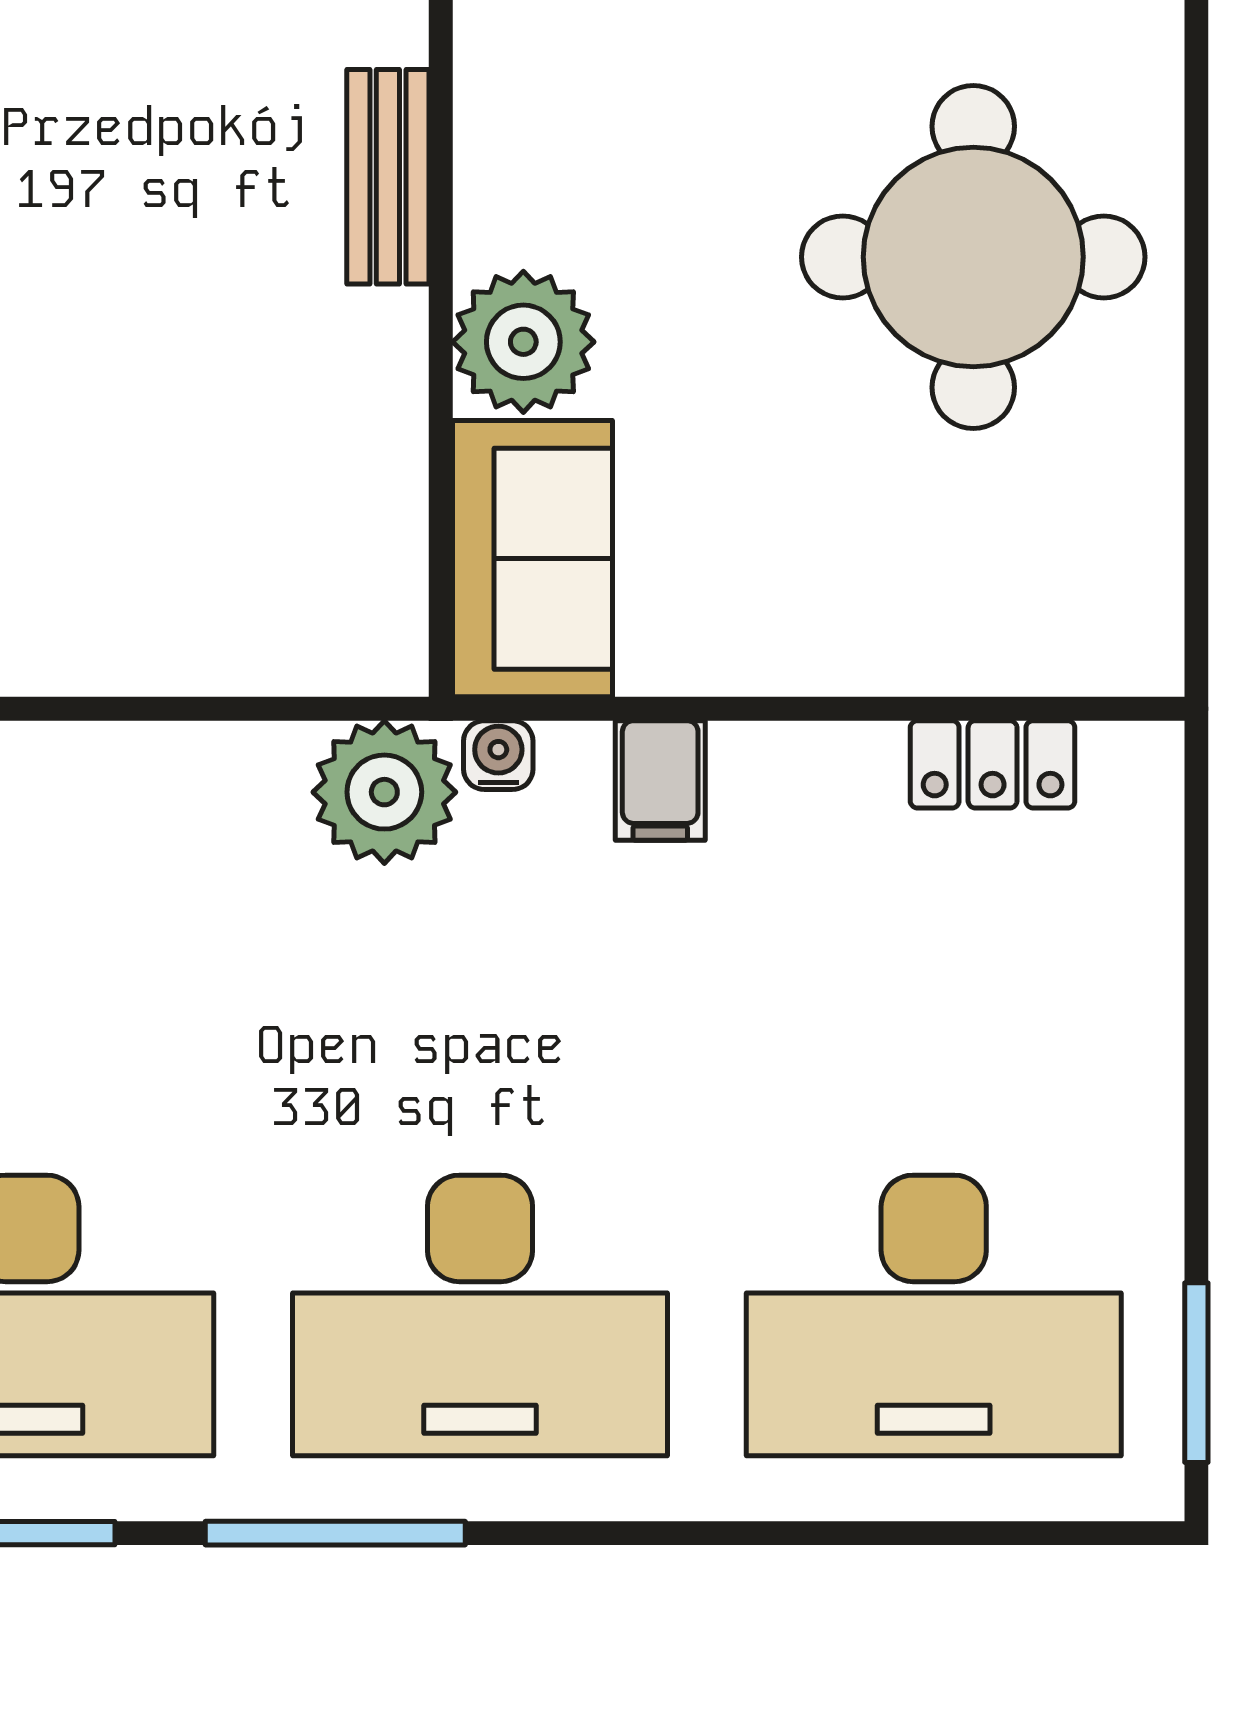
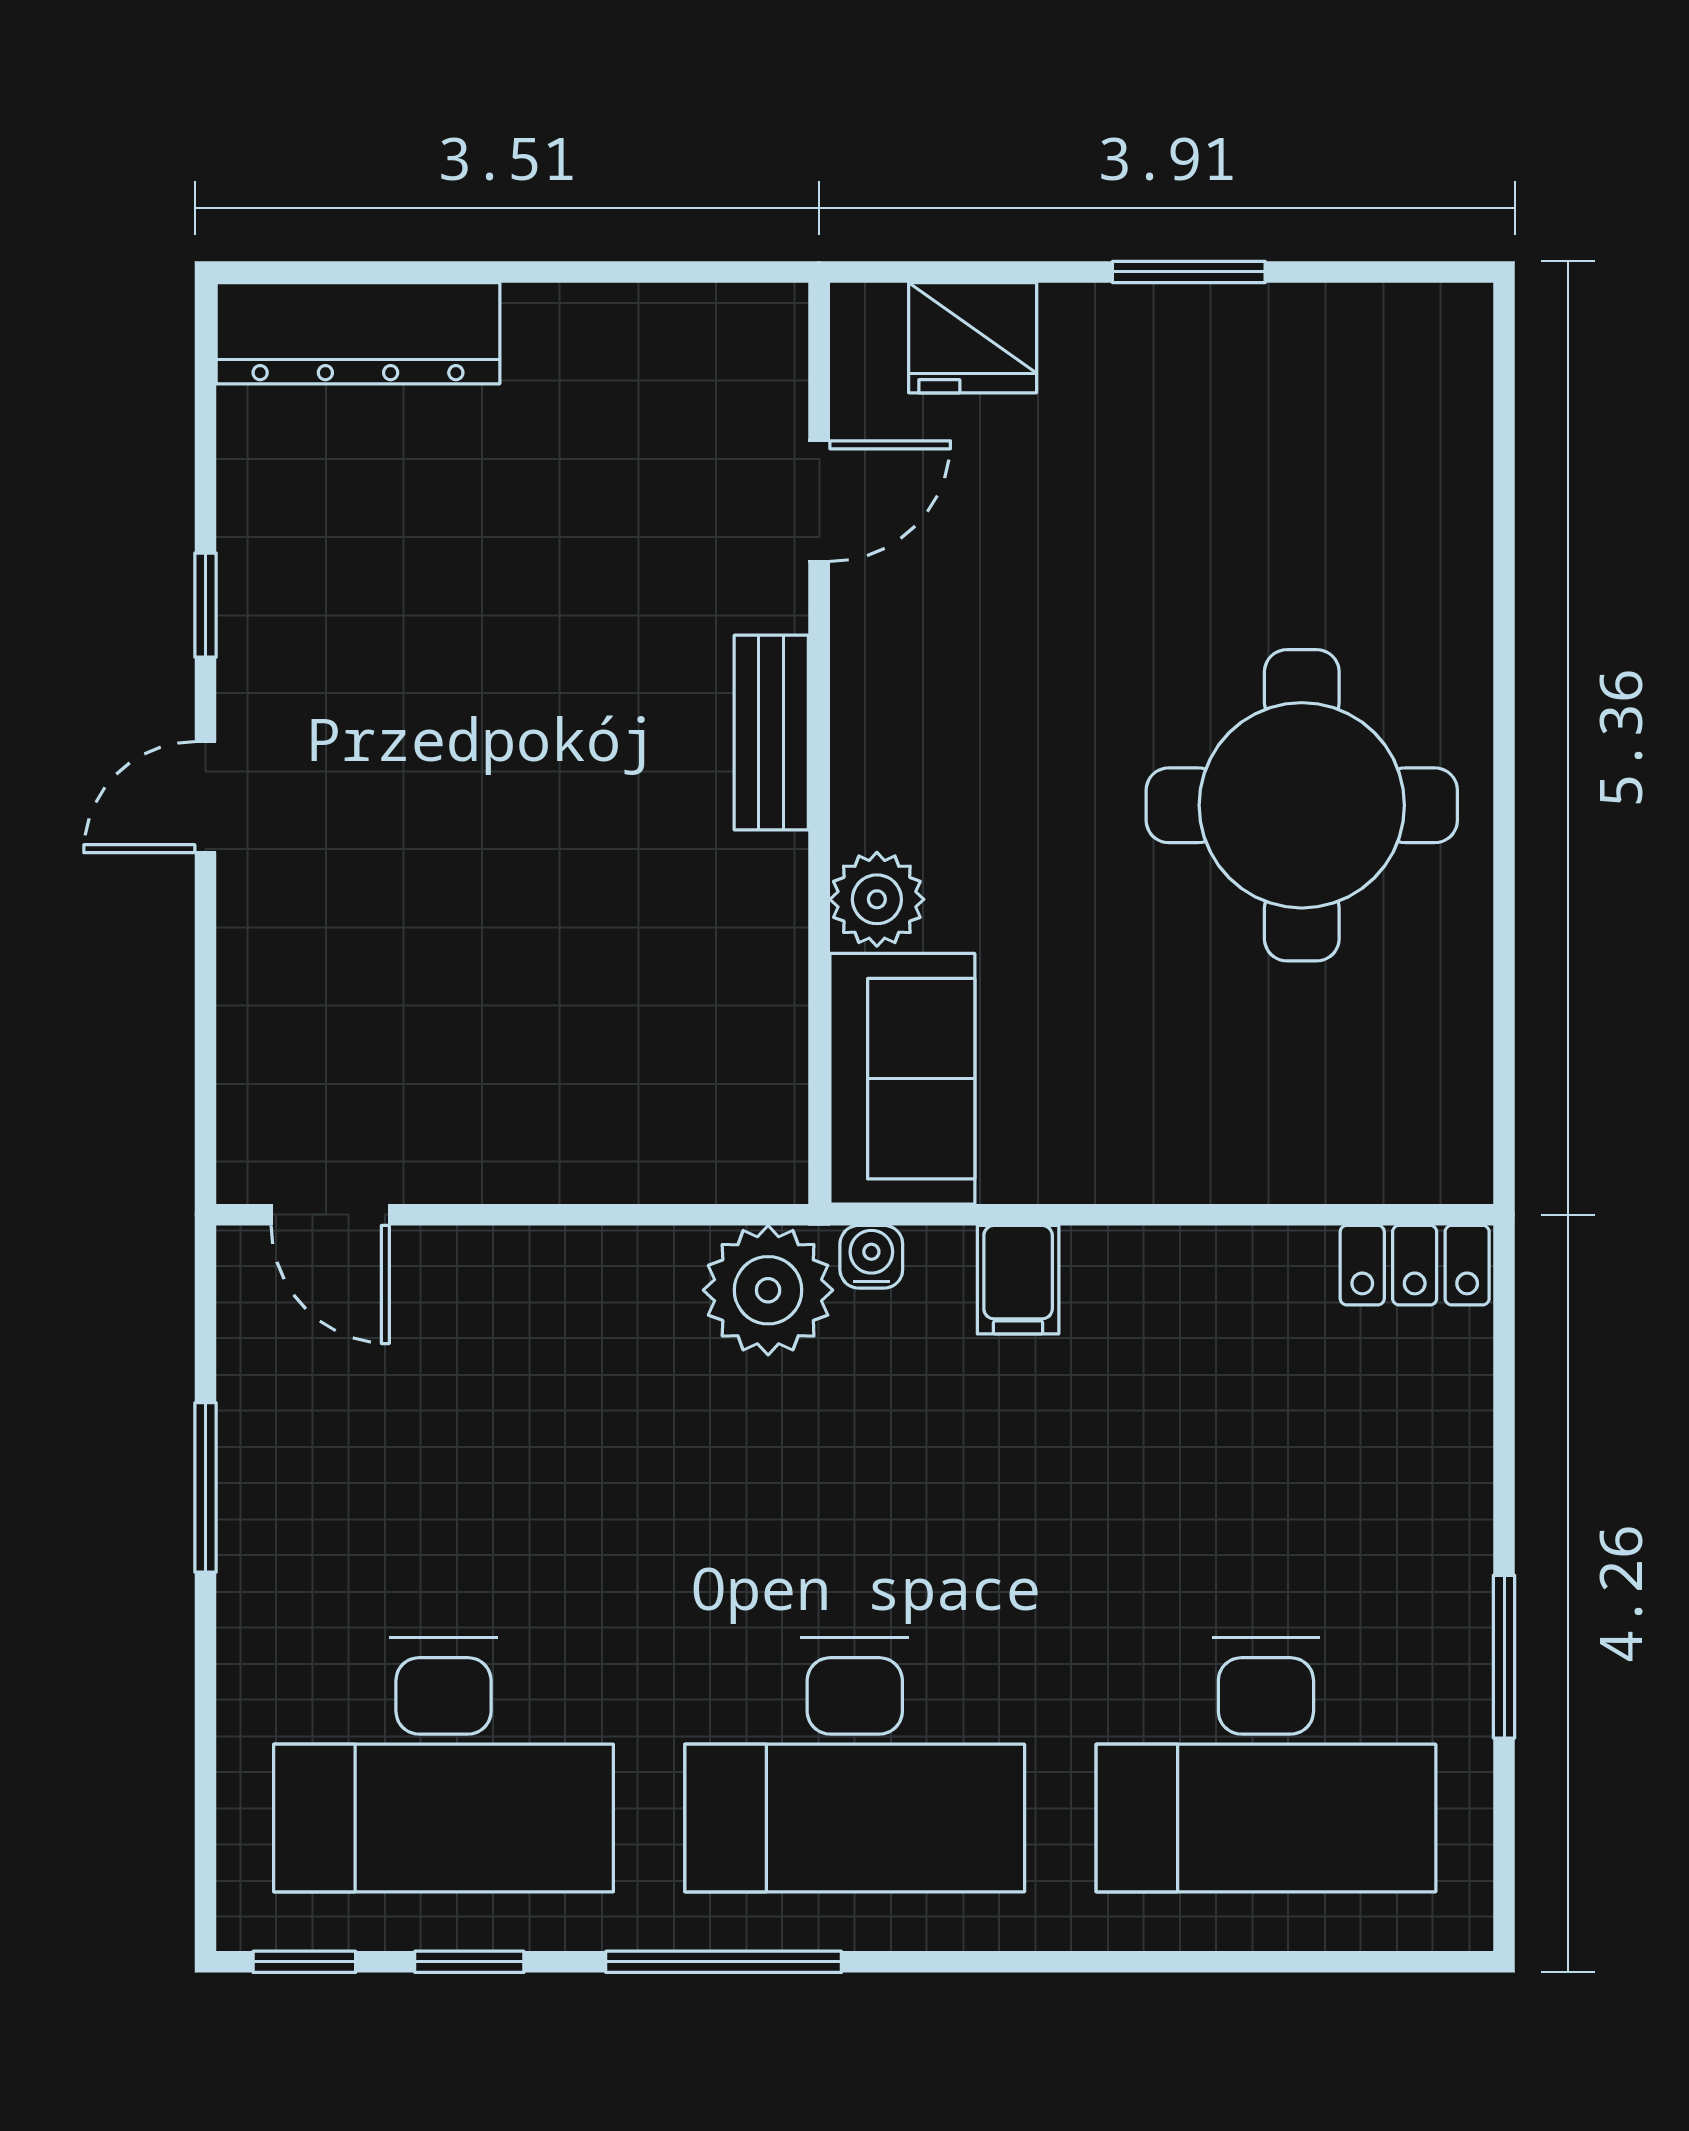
plant: (523, 342) -> (877, 899), width x0.73, depth x0.73
locker: (993, 764) -> (1415, 1265), moved
window: (1196, 1373) -> (1504, 1657), moved

